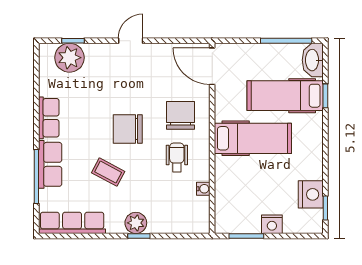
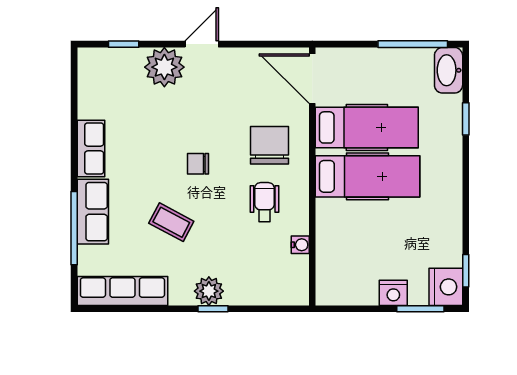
plant: (69, 58) -> (164, 67), moved
hospital bed: (285, 96) -> (367, 127), moved, turned 180
chair: (128, 129) -> (198, 164), width x0.54, depth x0.54
nightstand: (311, 194) -> (446, 287), moved
window: (246, 236) -> (420, 309), moved

